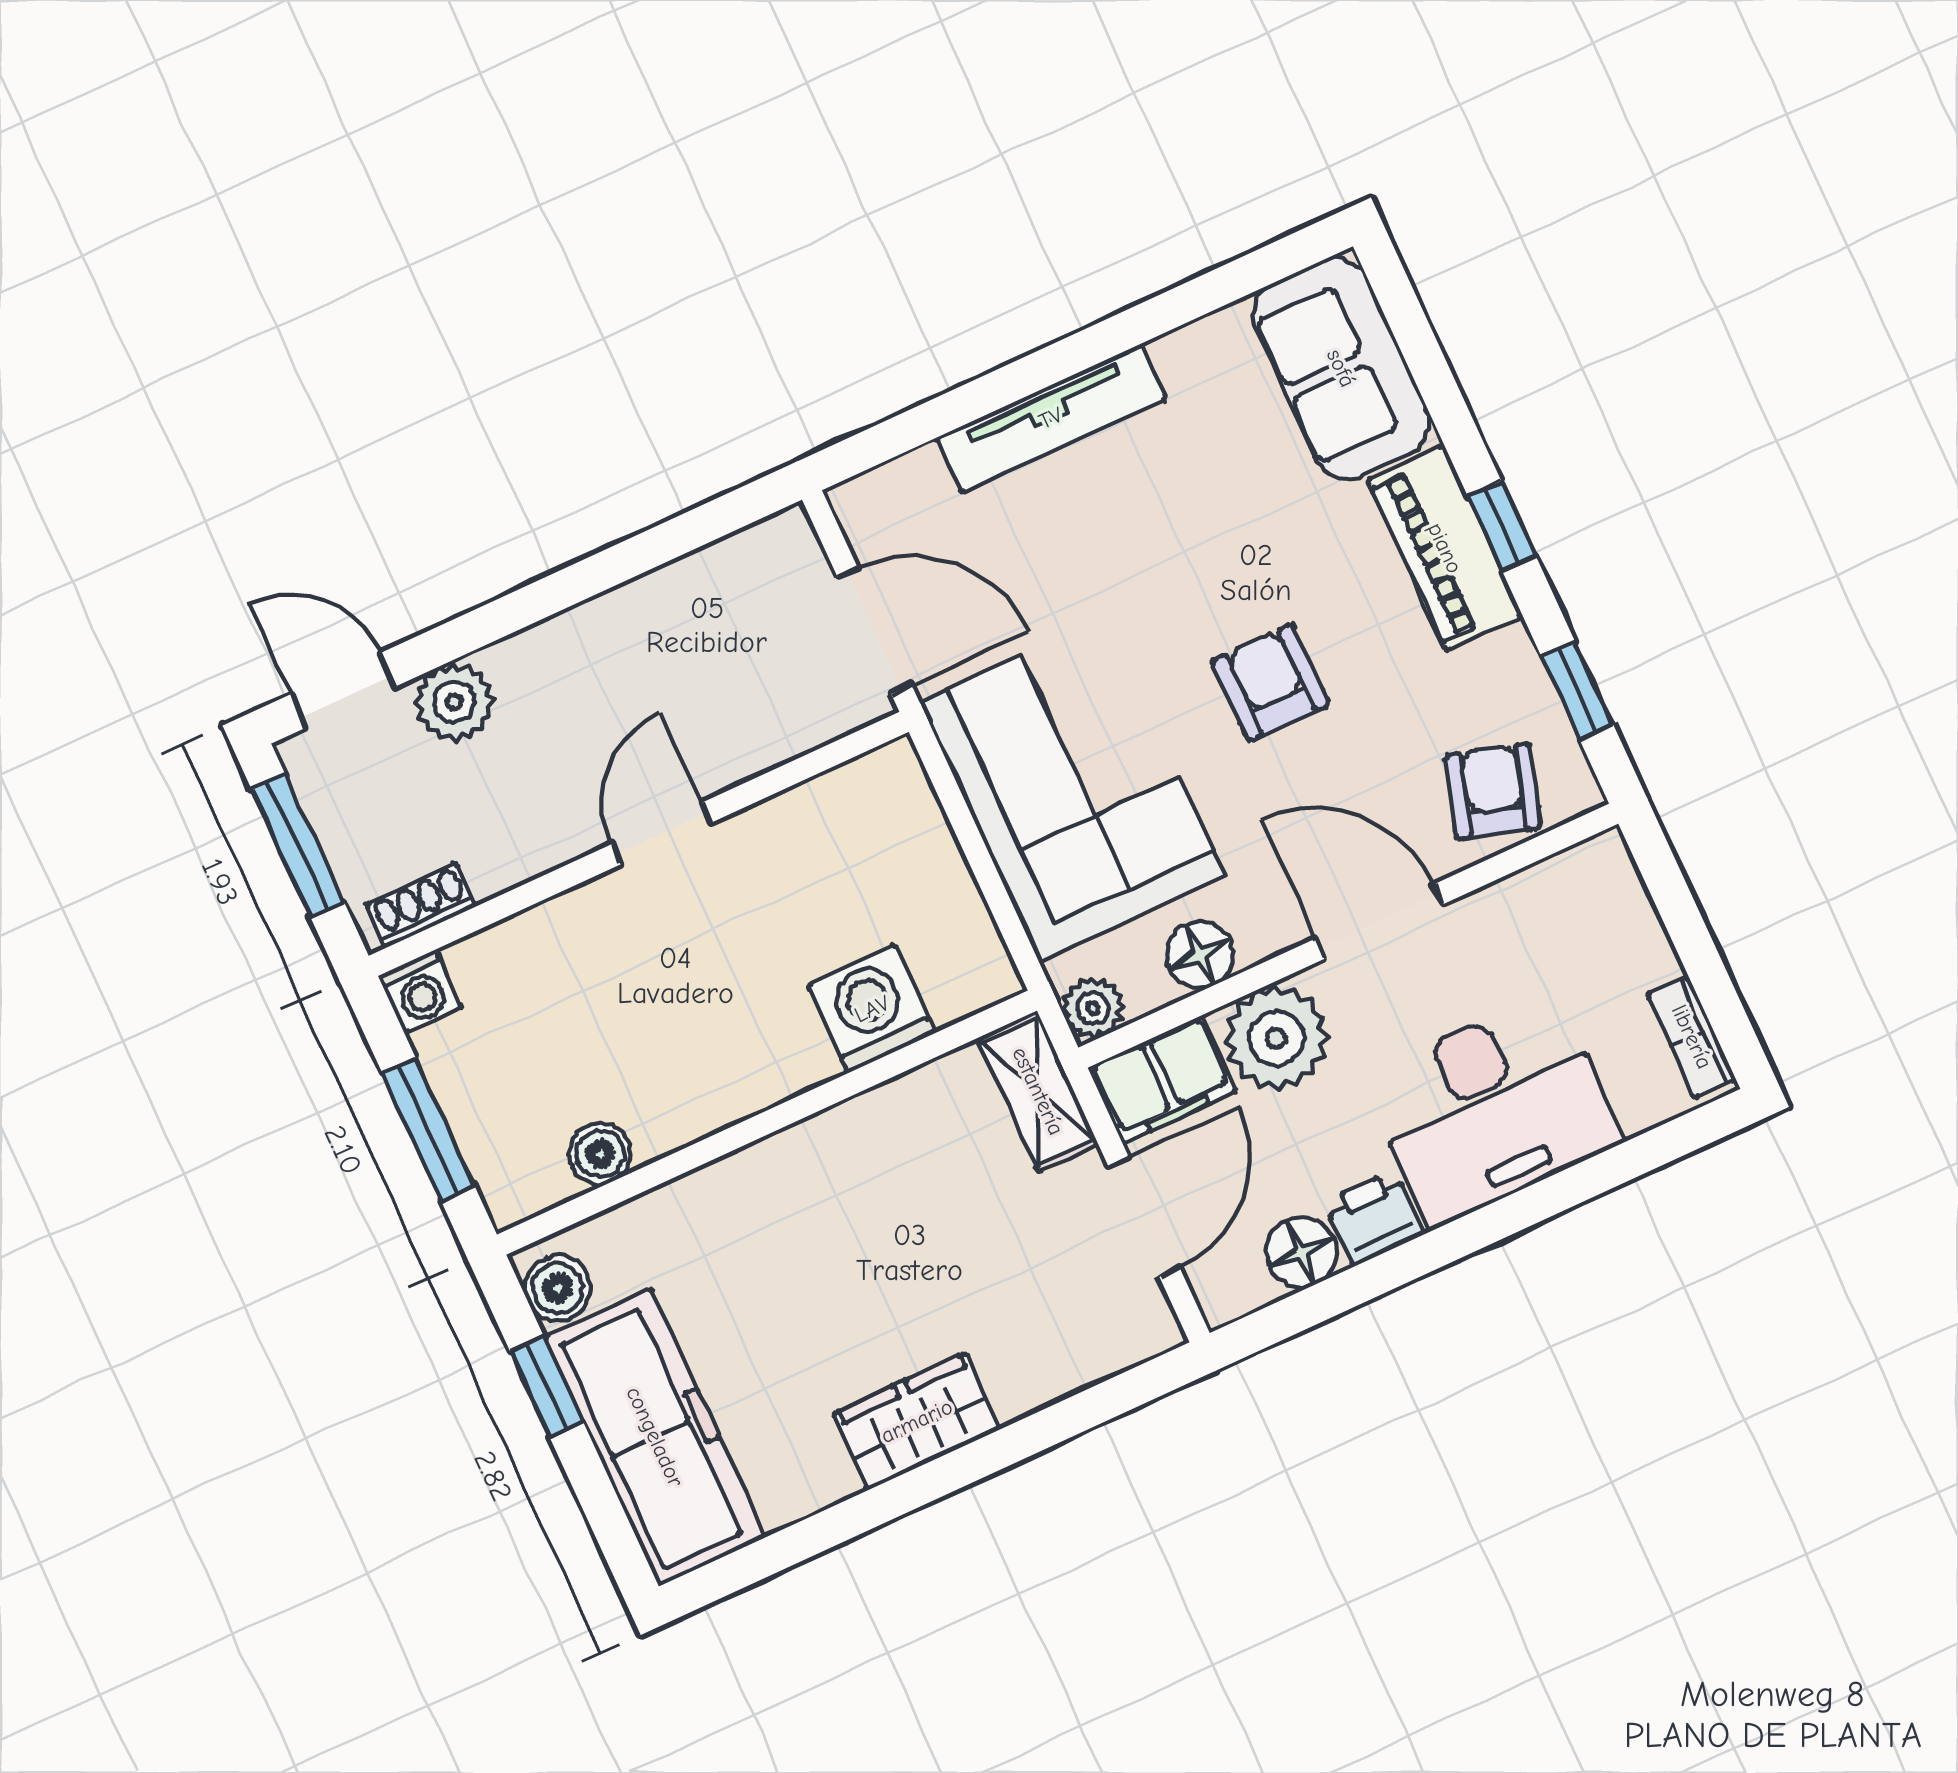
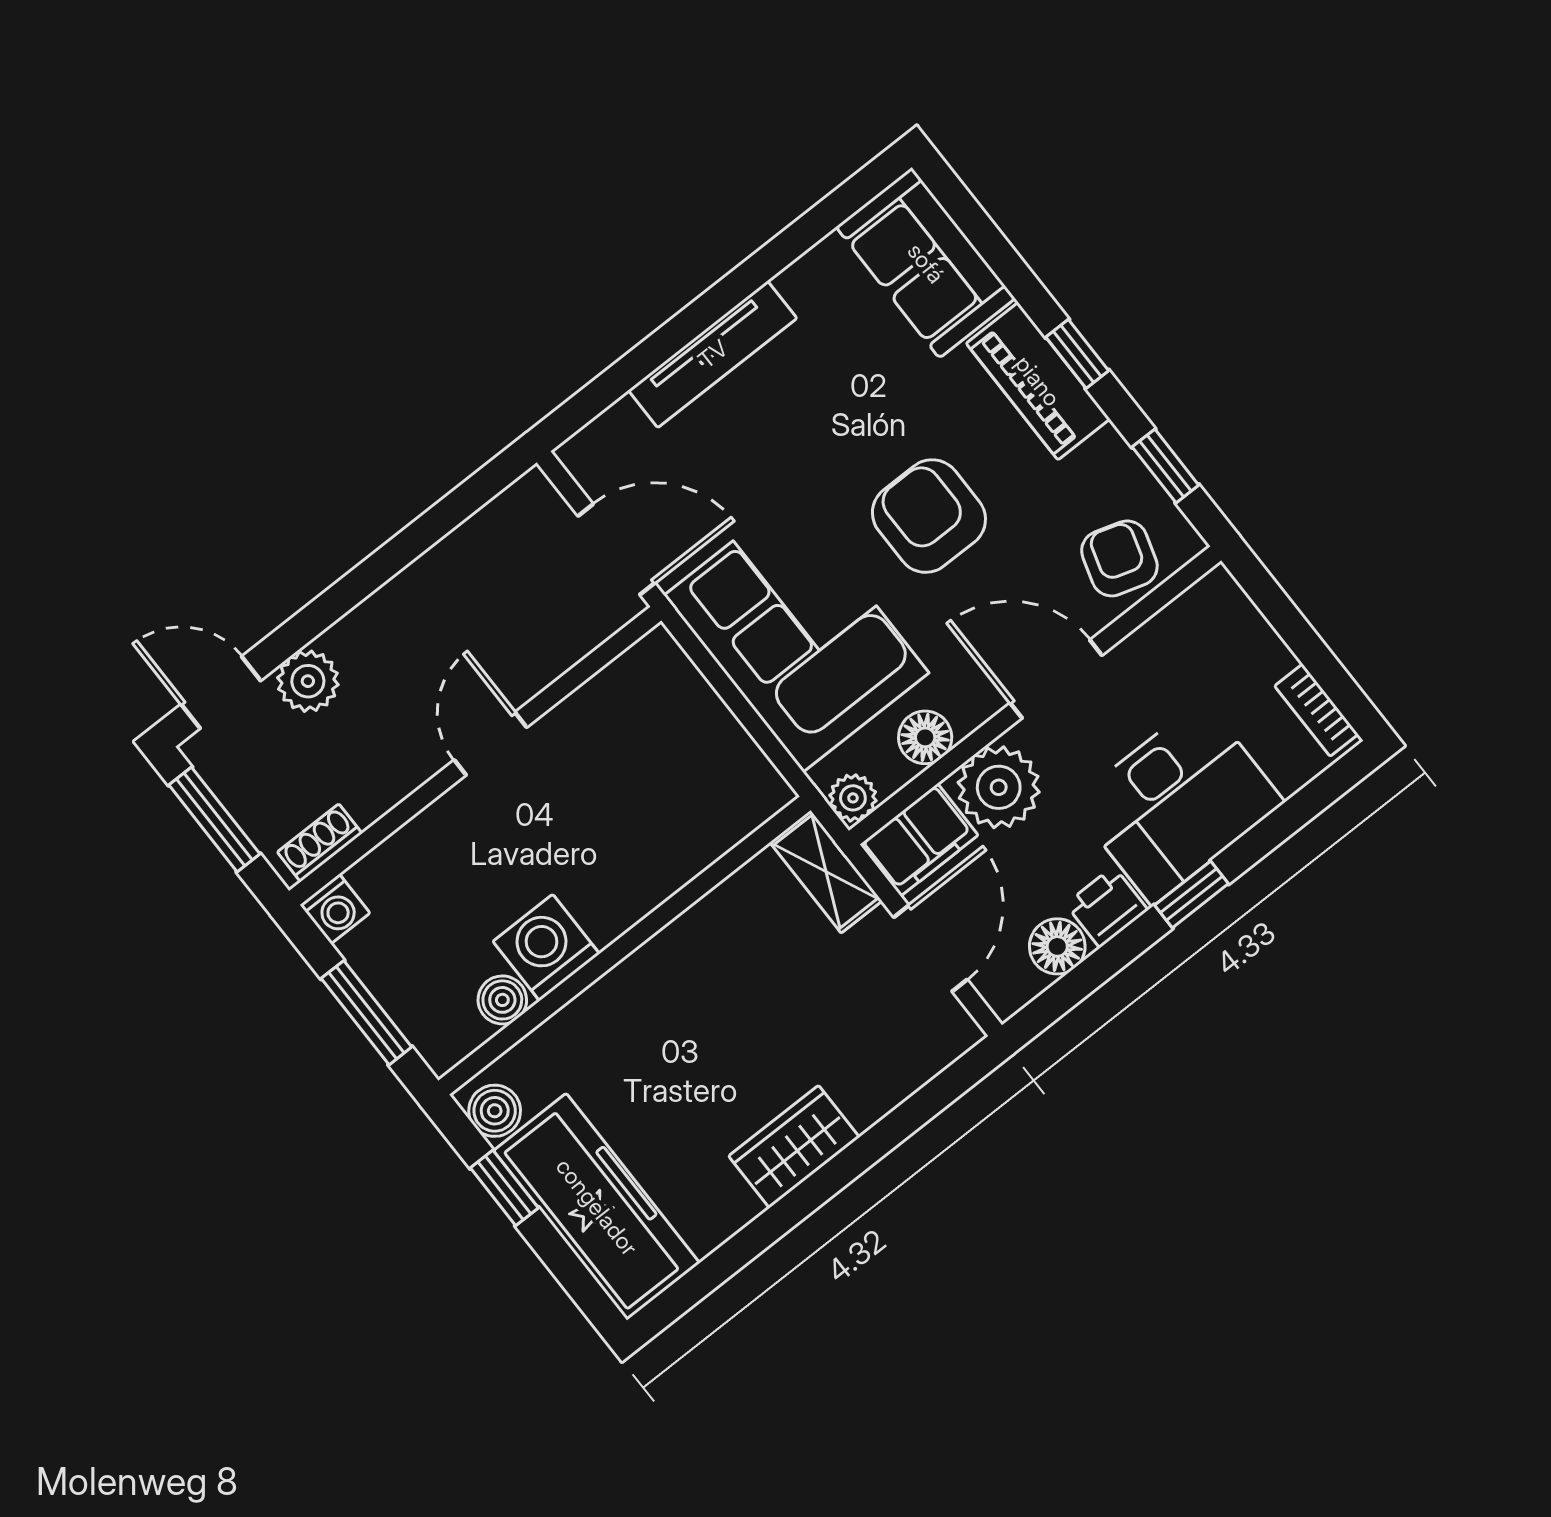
armchair: (1270, 682) -> (929, 516), width x1.38, depth x1.38
washing machine: (872, 1009) -> (546, 948), moved
window: (1483, 1228) -> (1191, 894), added

